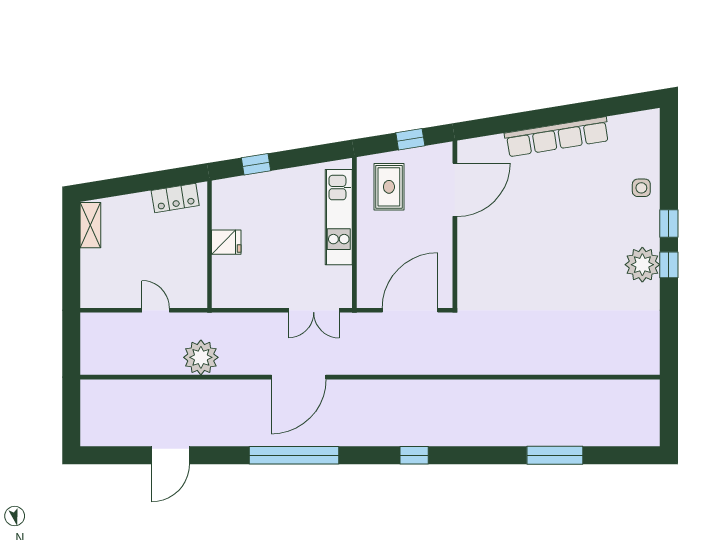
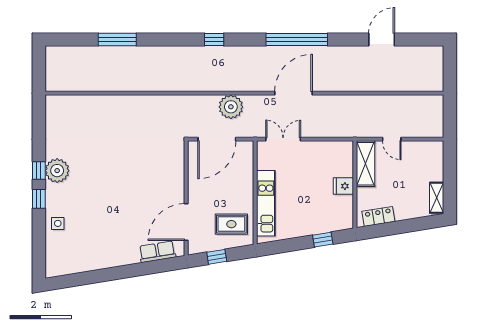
row of seats: (557, 137) -> (157, 252), moved, width x0.50
rug: (389, 187) -> (231, 224), turned 90
shelving: (194, 275) -> (366, 164), added
plant: (201, 357) -> (231, 107), moved

